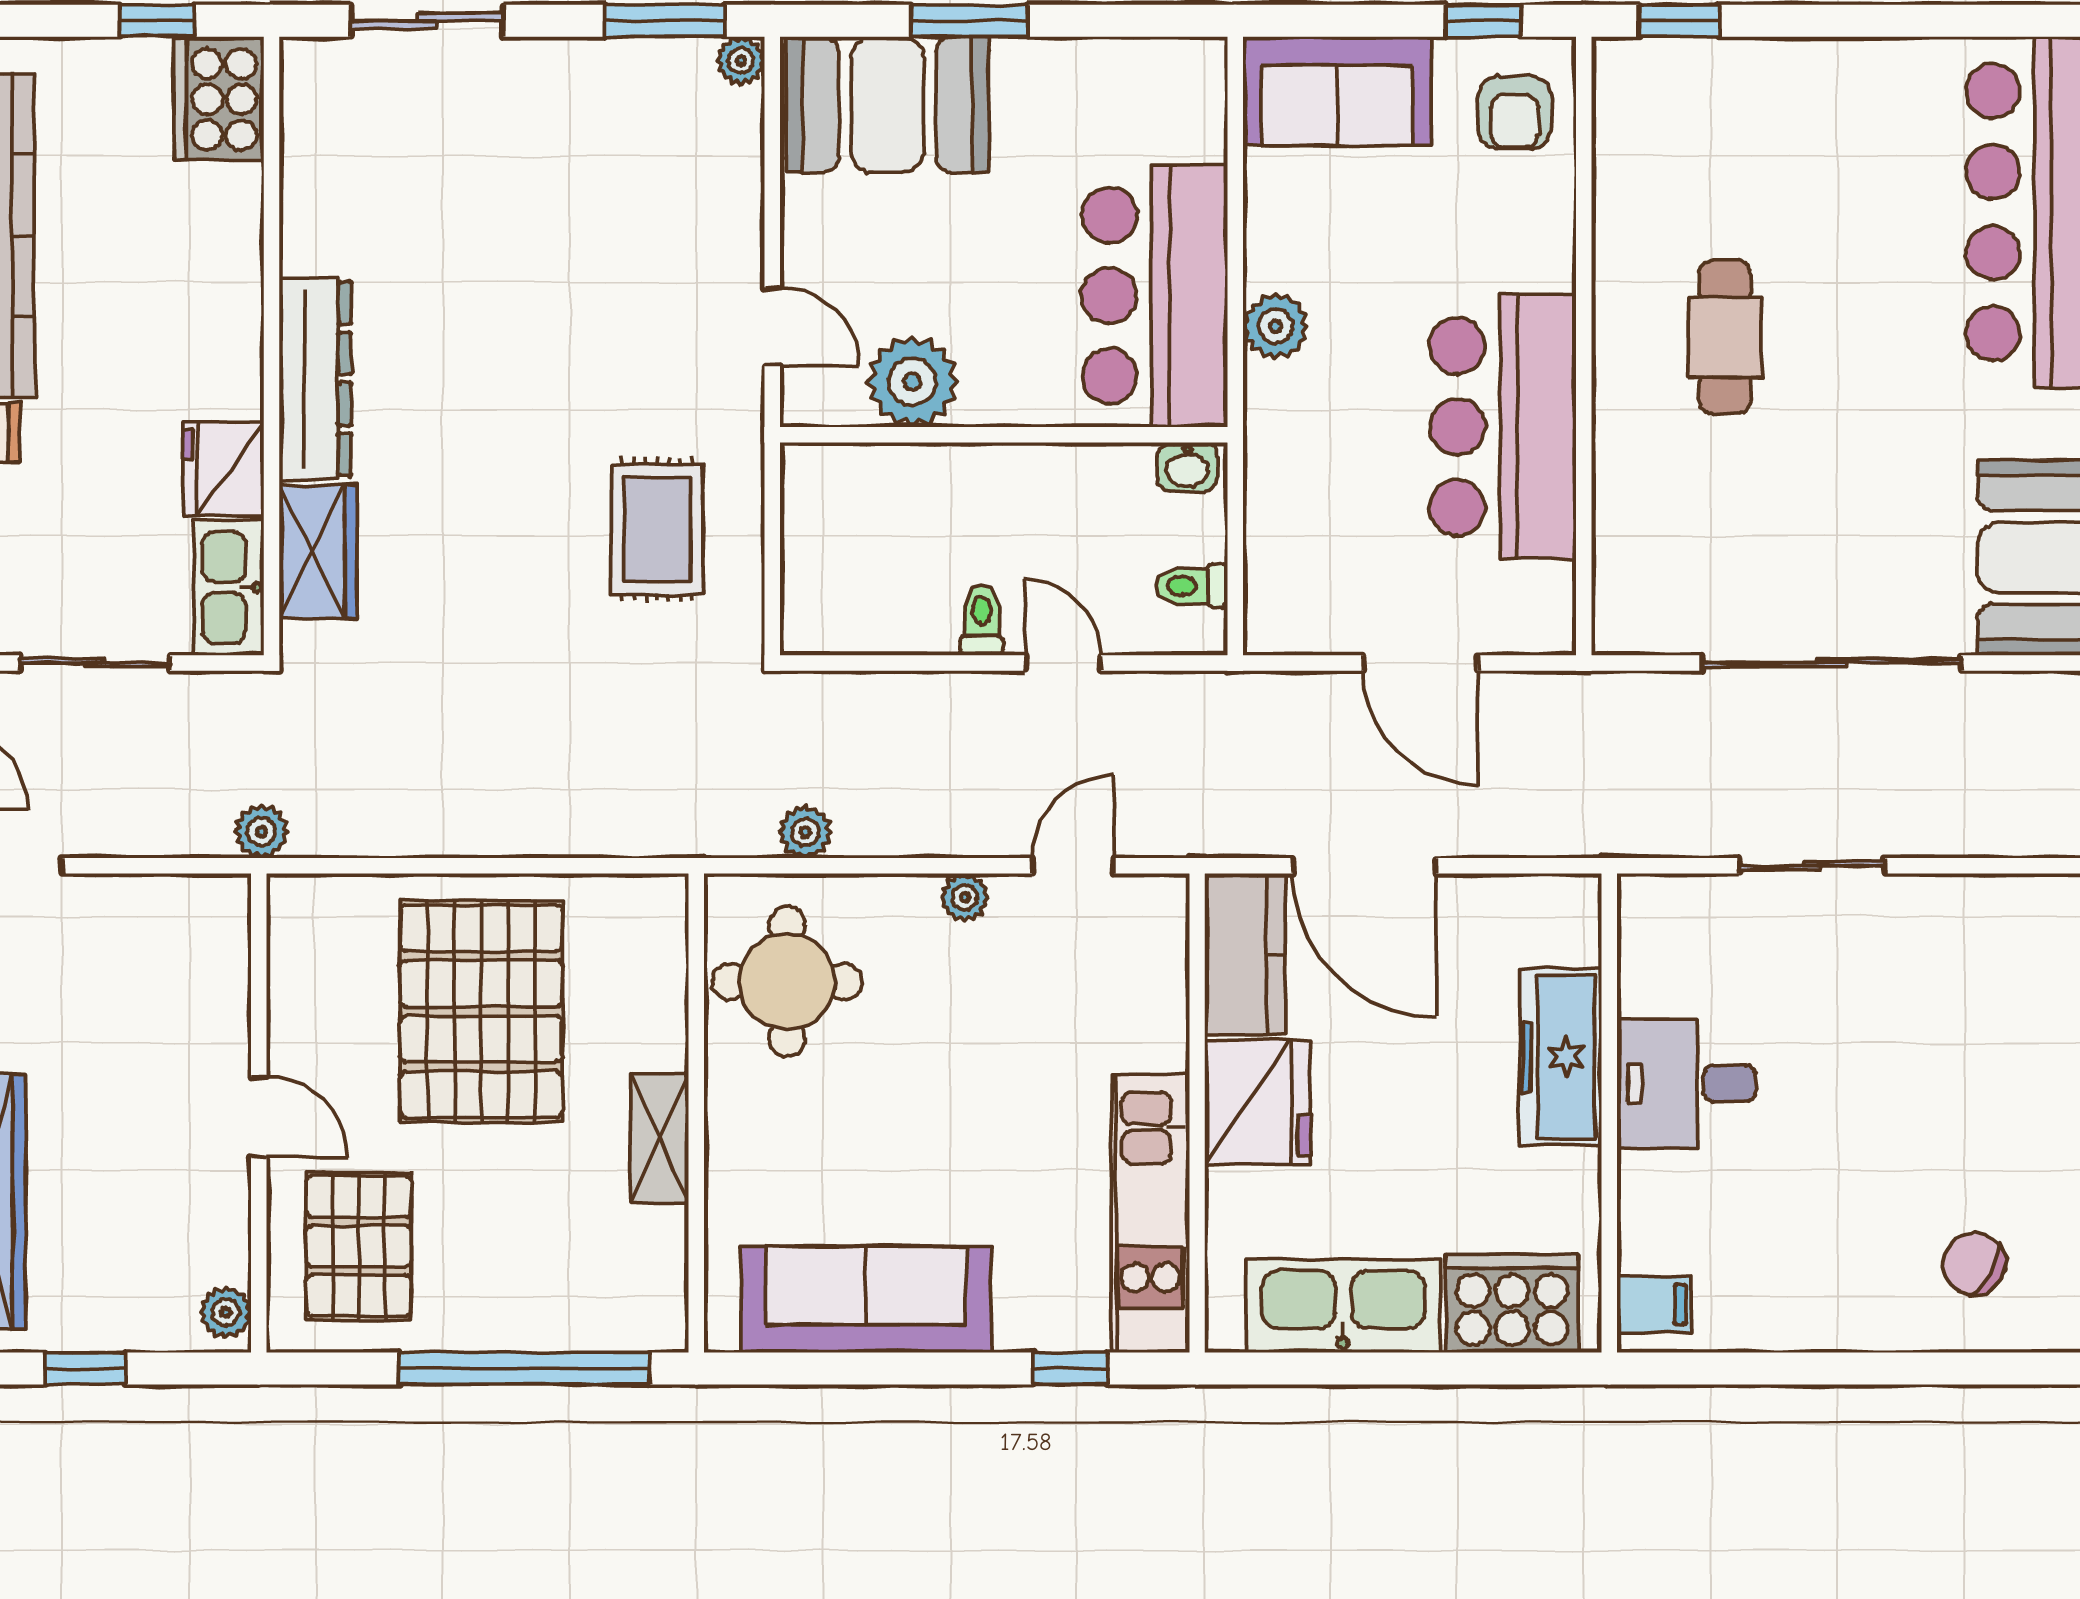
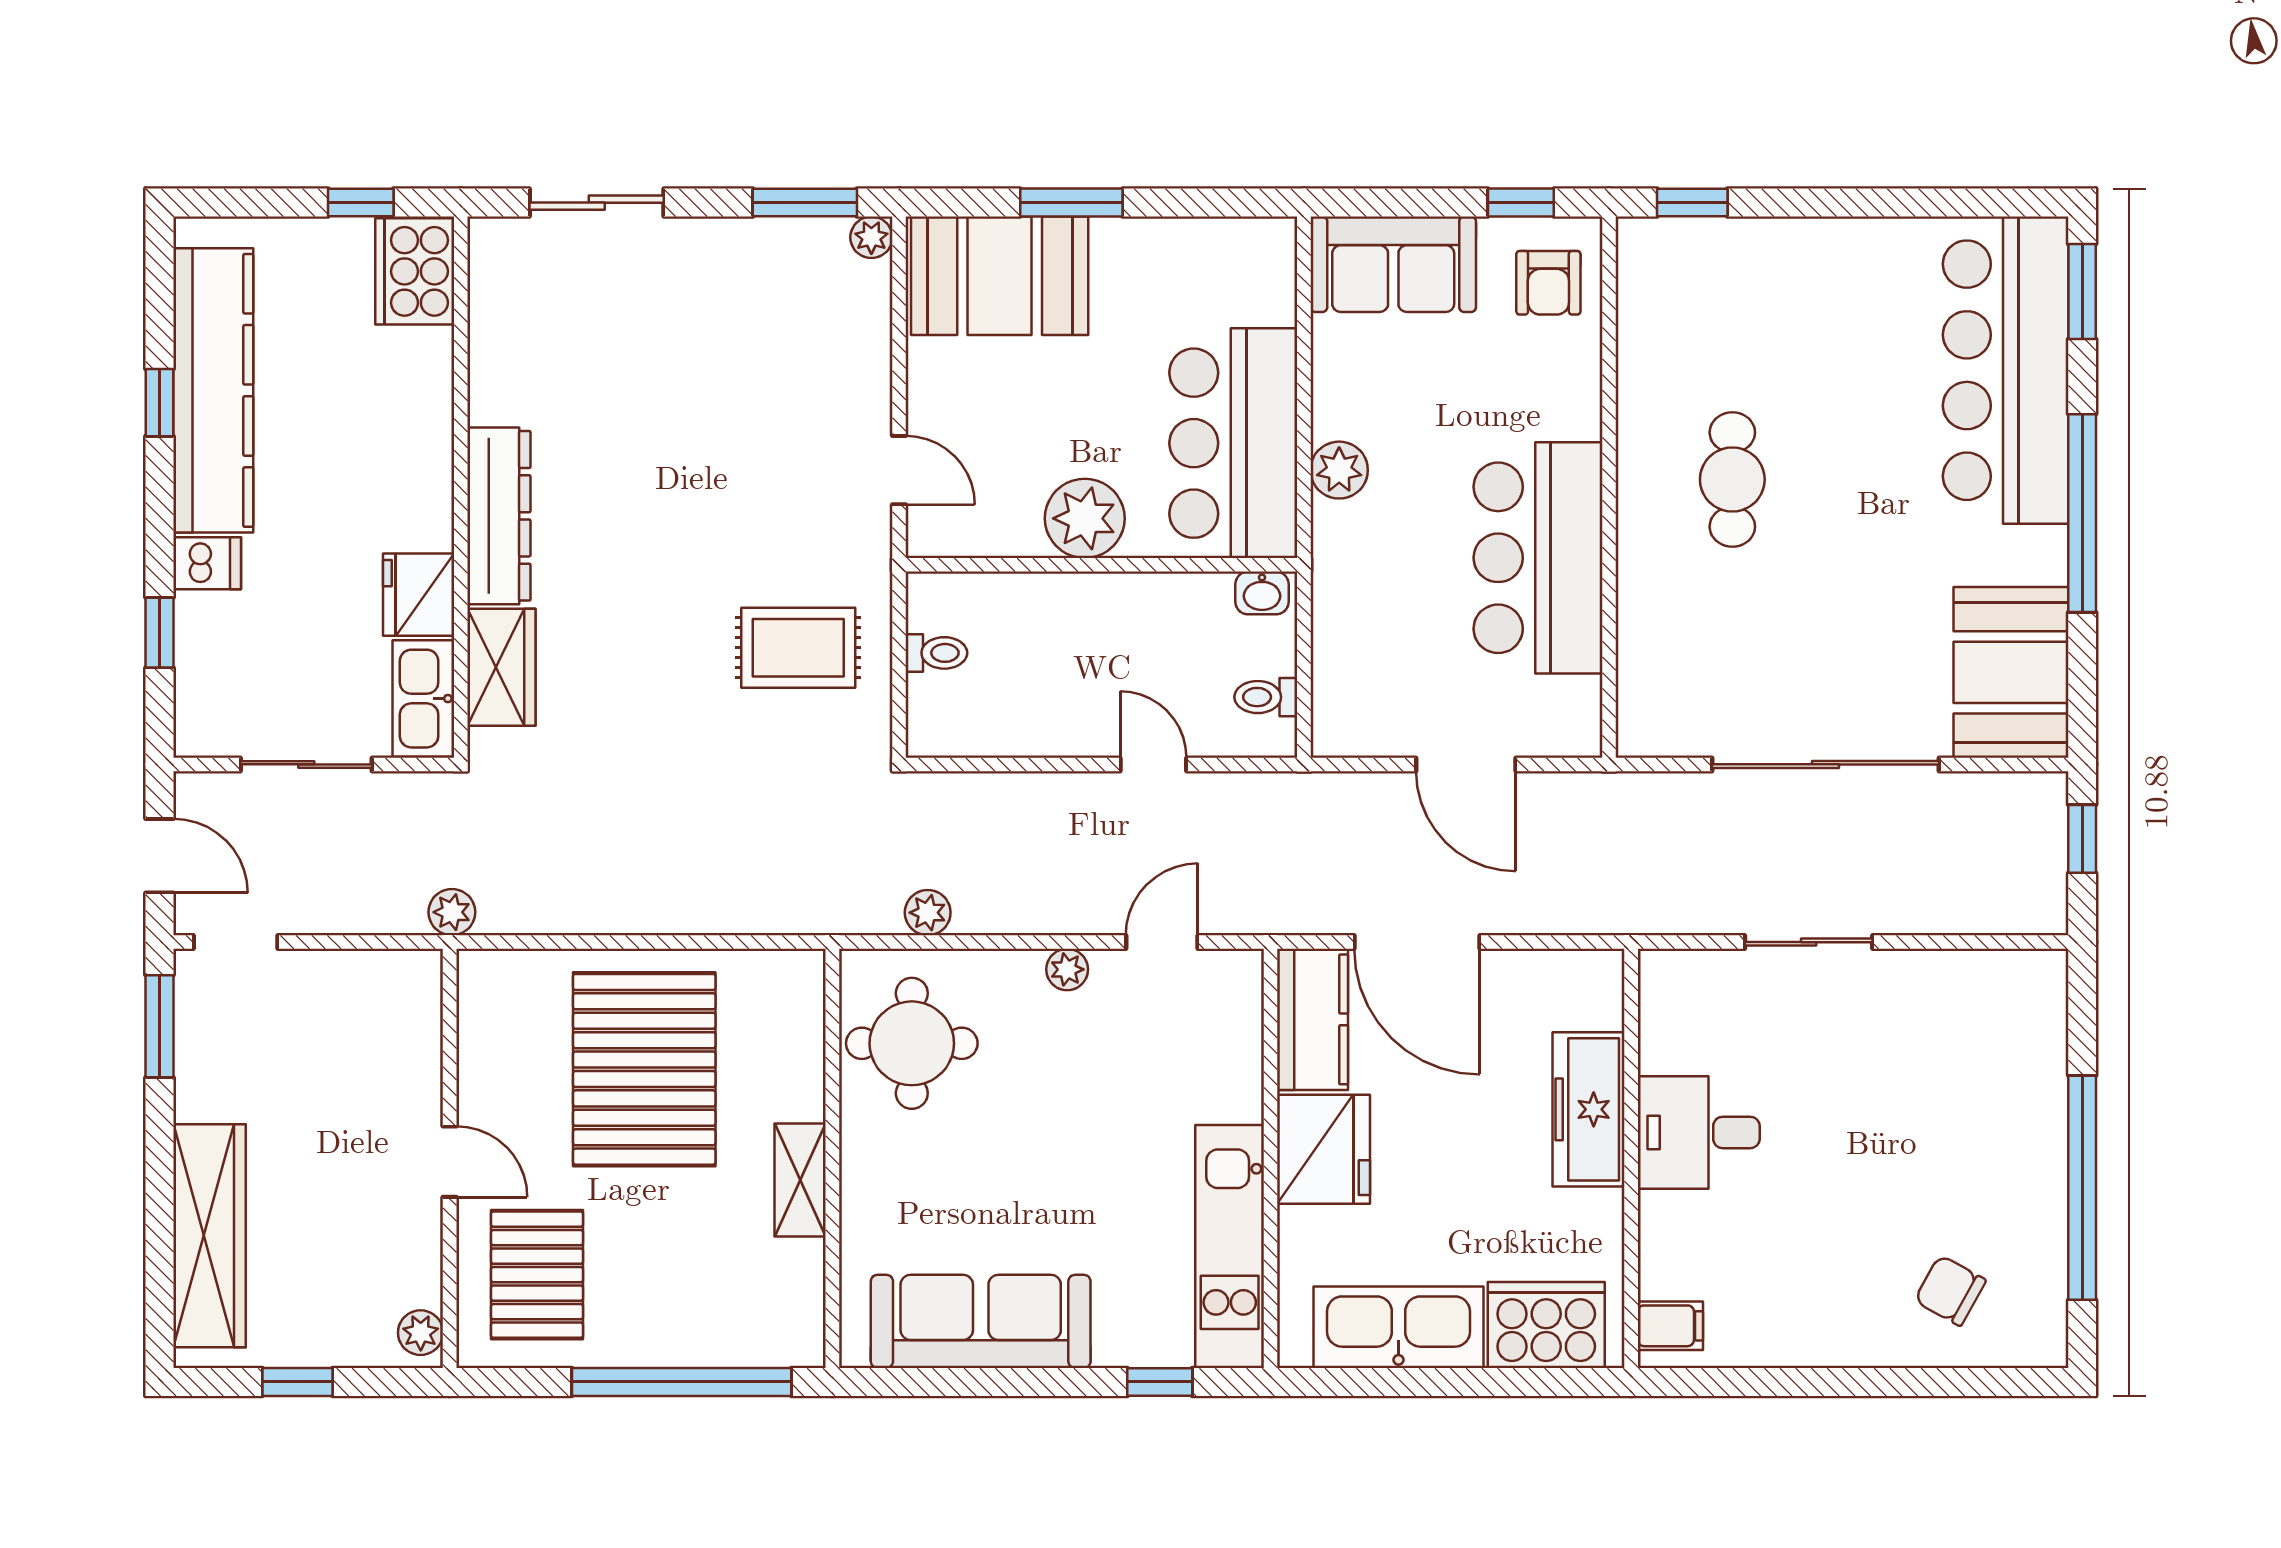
plant: (912, 382) -> (1085, 518), moved
rug: (657, 529) -> (798, 648), turned 90
toilet: (981, 620) -> (936, 653), moved, turned 90

